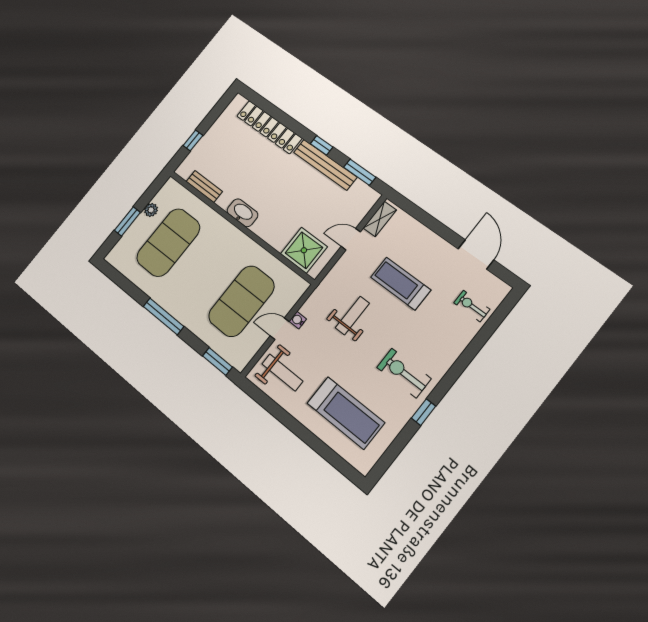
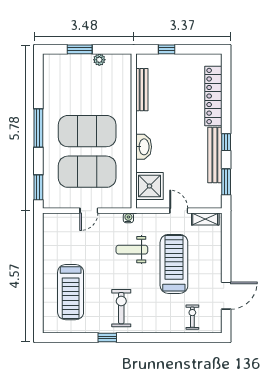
bench: (204, 186) -> (142, 90), width x1.36
washbasin: (242, 213) -> (144, 147), moved
exercise mat: (168, 243) -> (87, 131), moved
treadmill: (401, 284) -> (174, 264), width x1.37, depth x1.38
weight bench: (352, 315) -> (132, 250), turned 180
water cooler: (298, 320) -> (128, 218), moved
door: (280, 329) -> (89, 211), swing flipped
weight bench: (282, 373) -> (64, 234), removed

